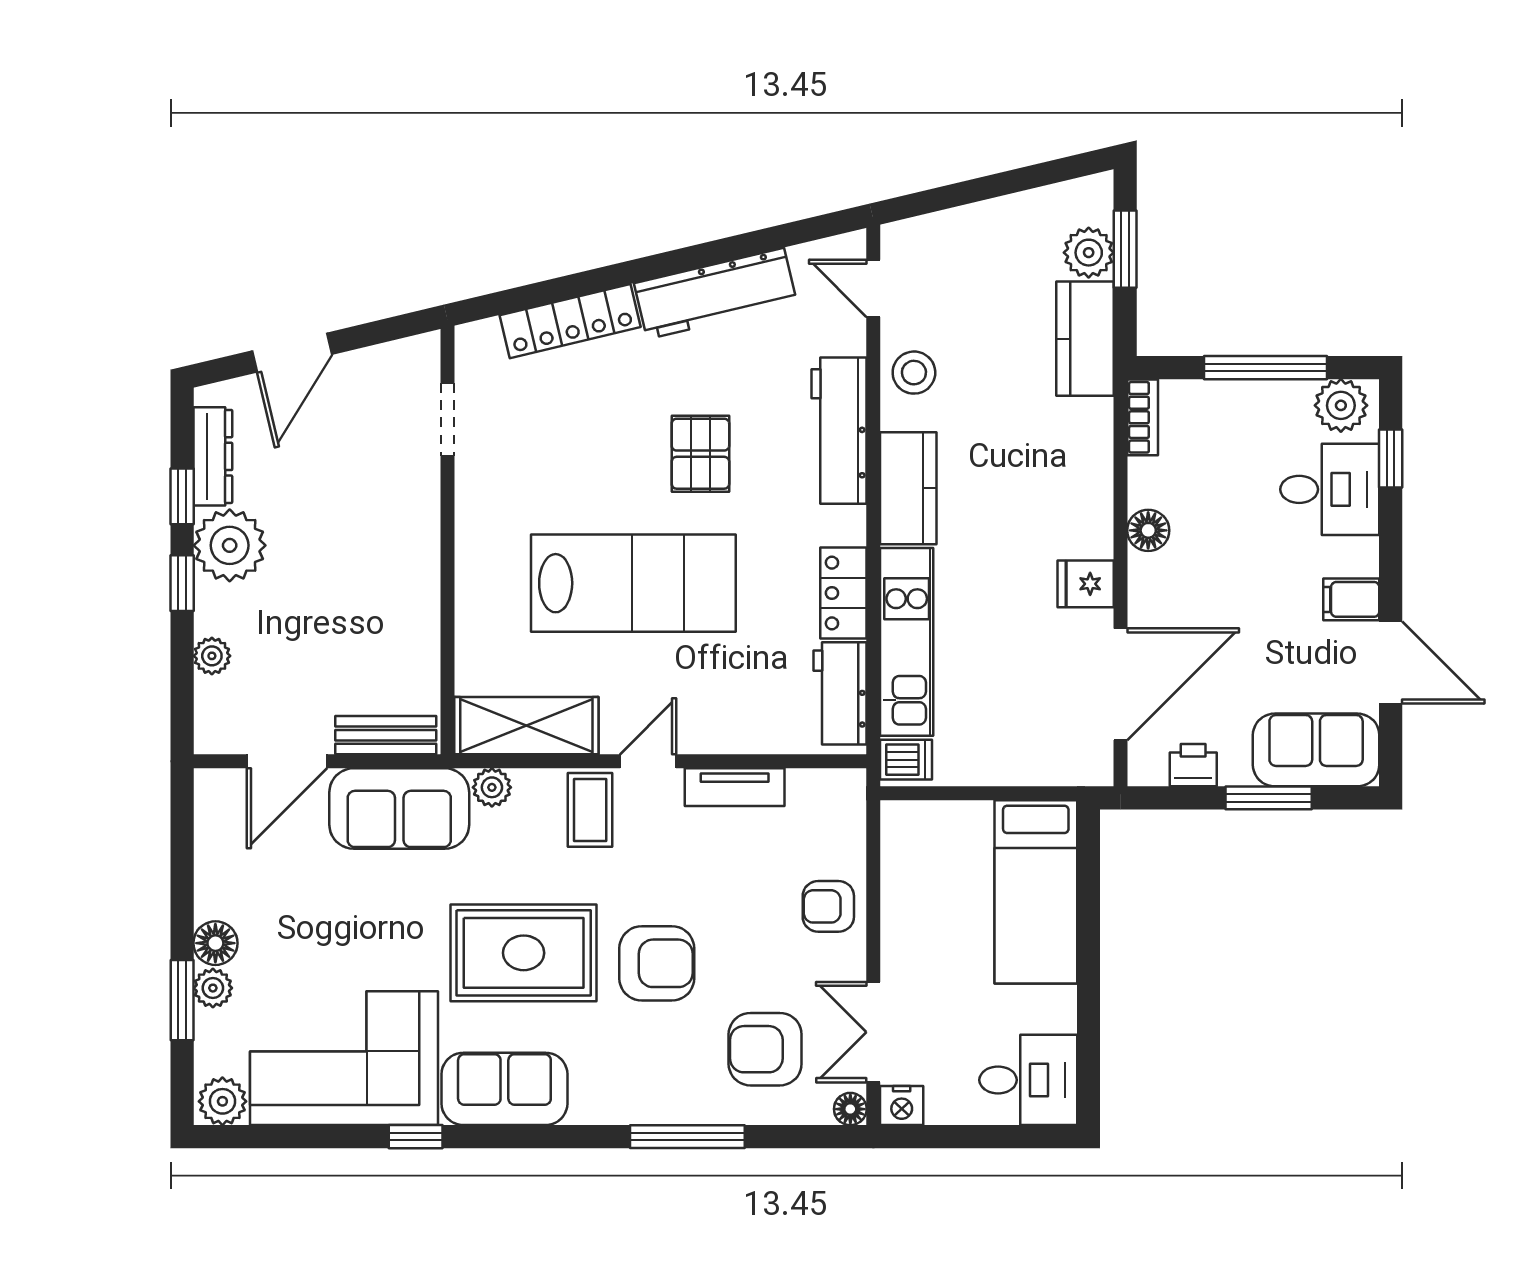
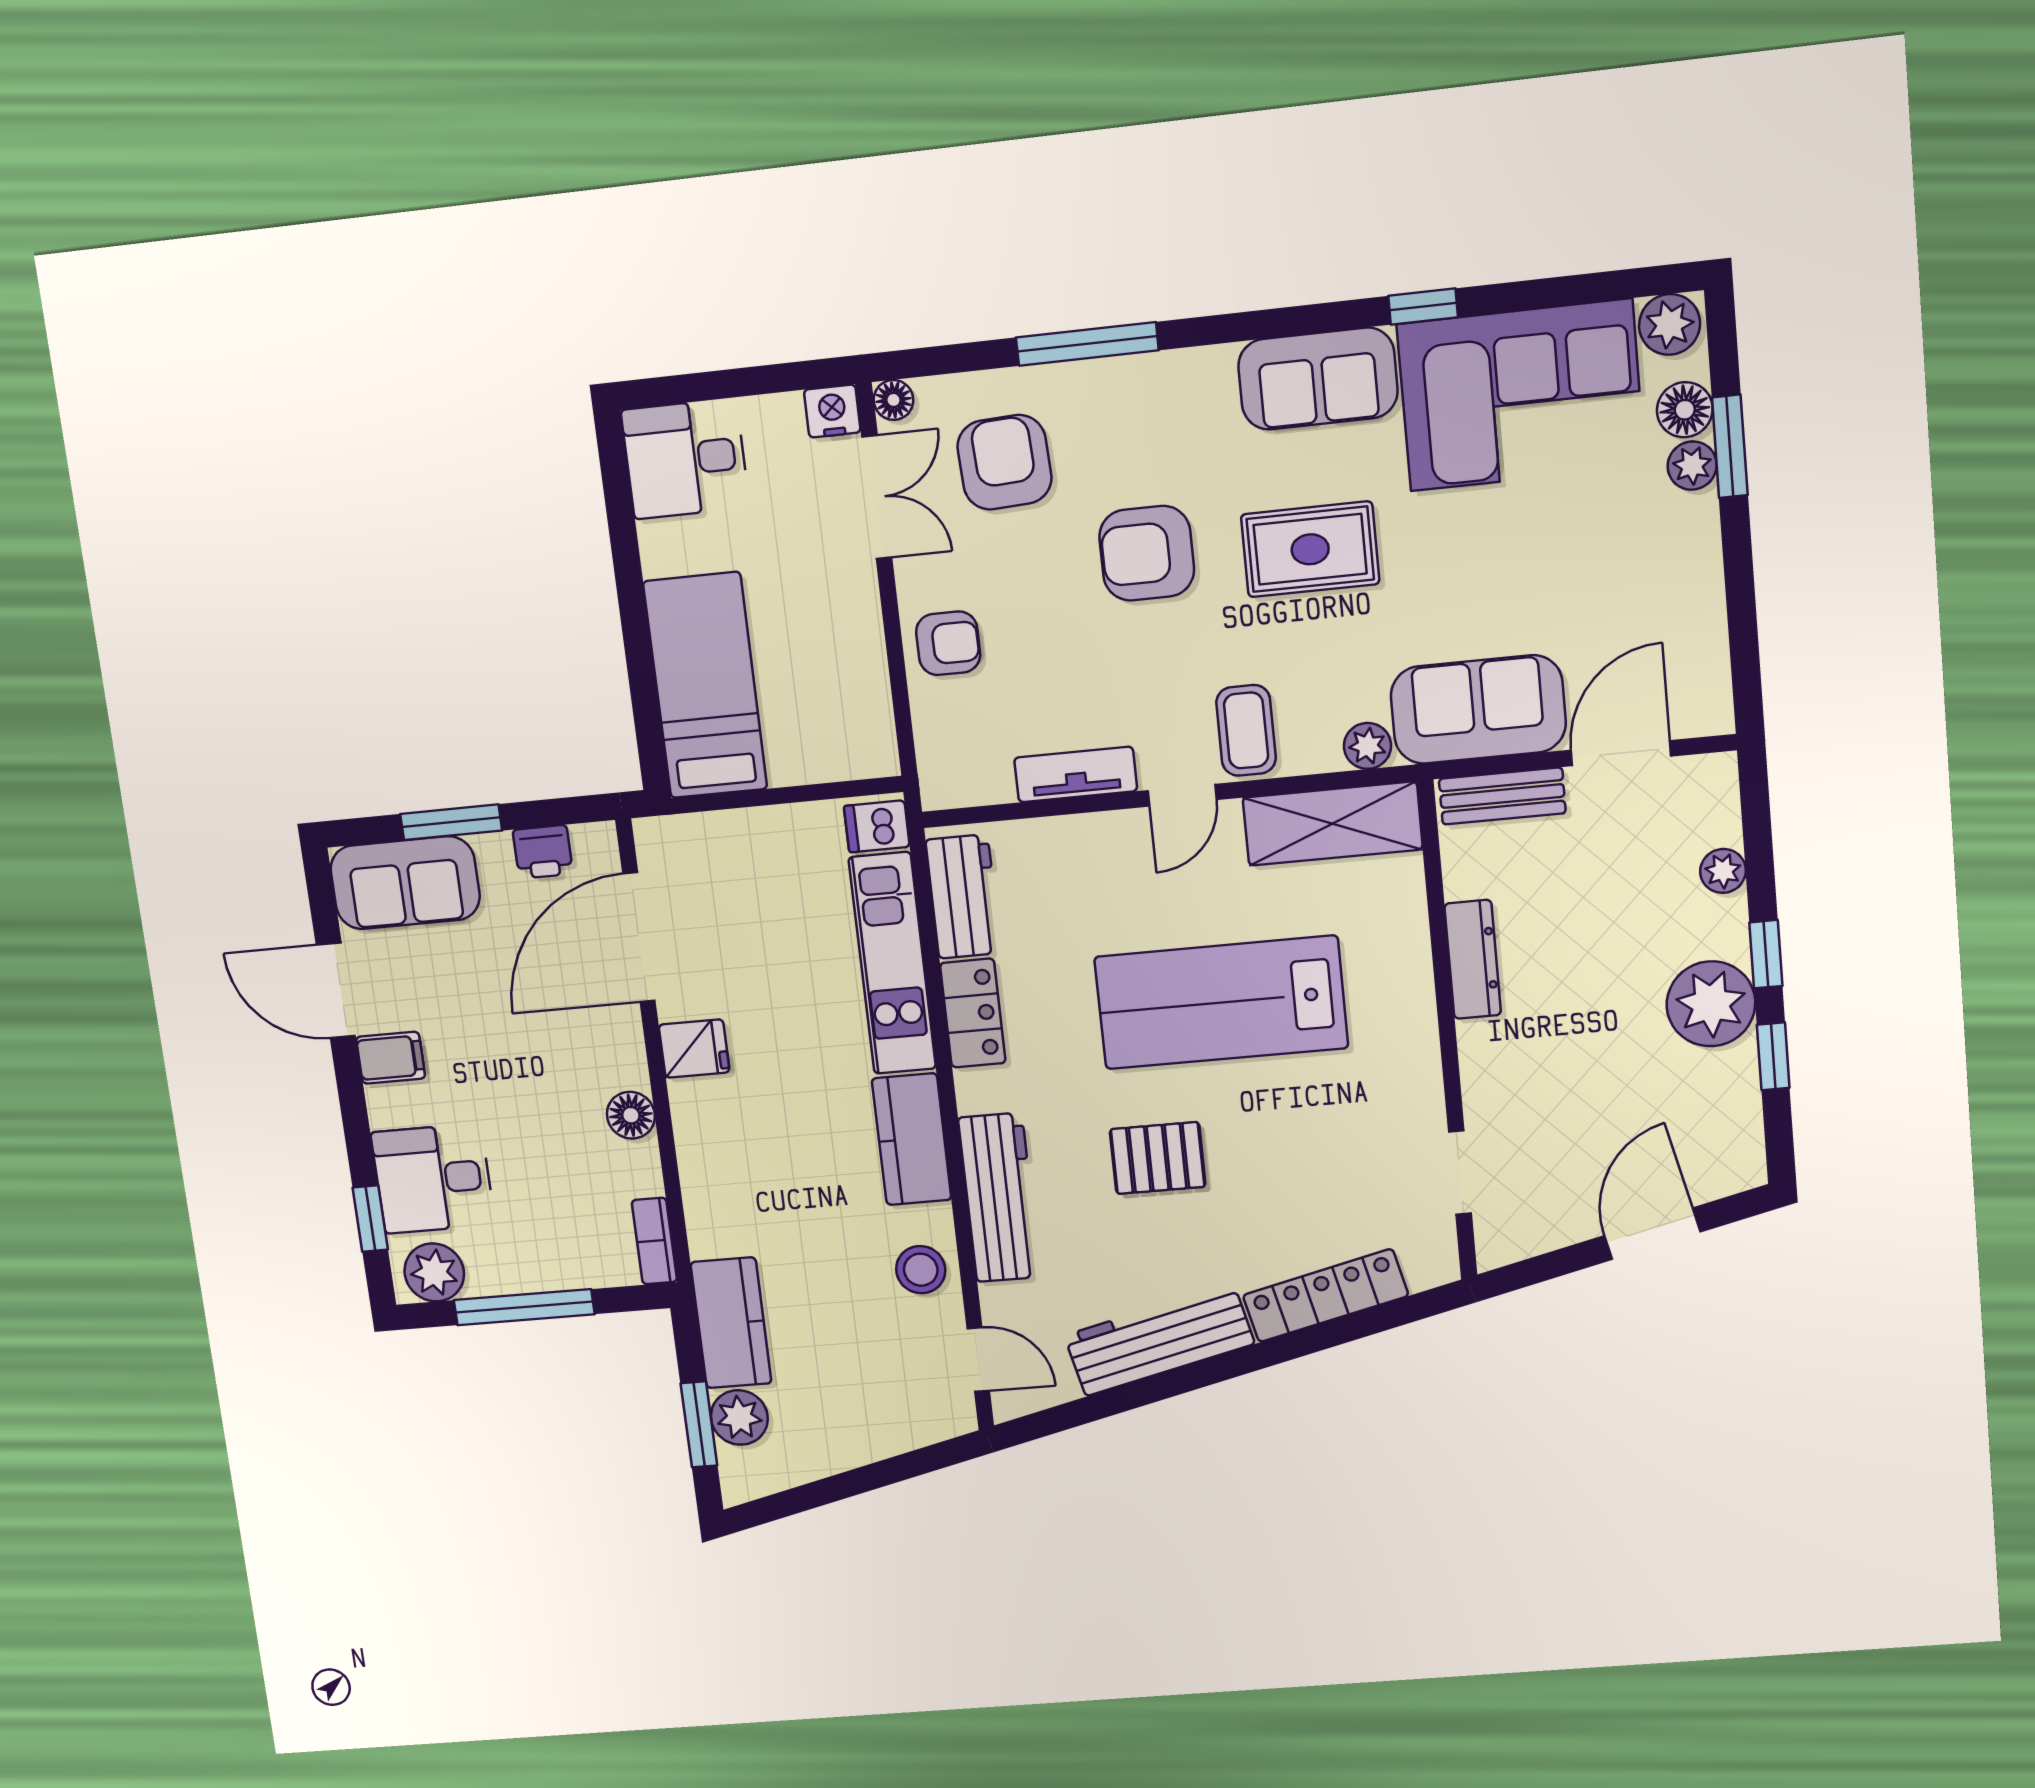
pallet: (700, 454) -> (1158, 1158), turned 90
dresser: (213, 456) -> (1473, 959), moved, turned 180
floor lamp: (215, 943) -> (1685, 410), moved
rug: (524, 953) -> (1310, 549), width x0.73, depth x0.70
armchair: (765, 1049) -> (1004, 462), turned -93

